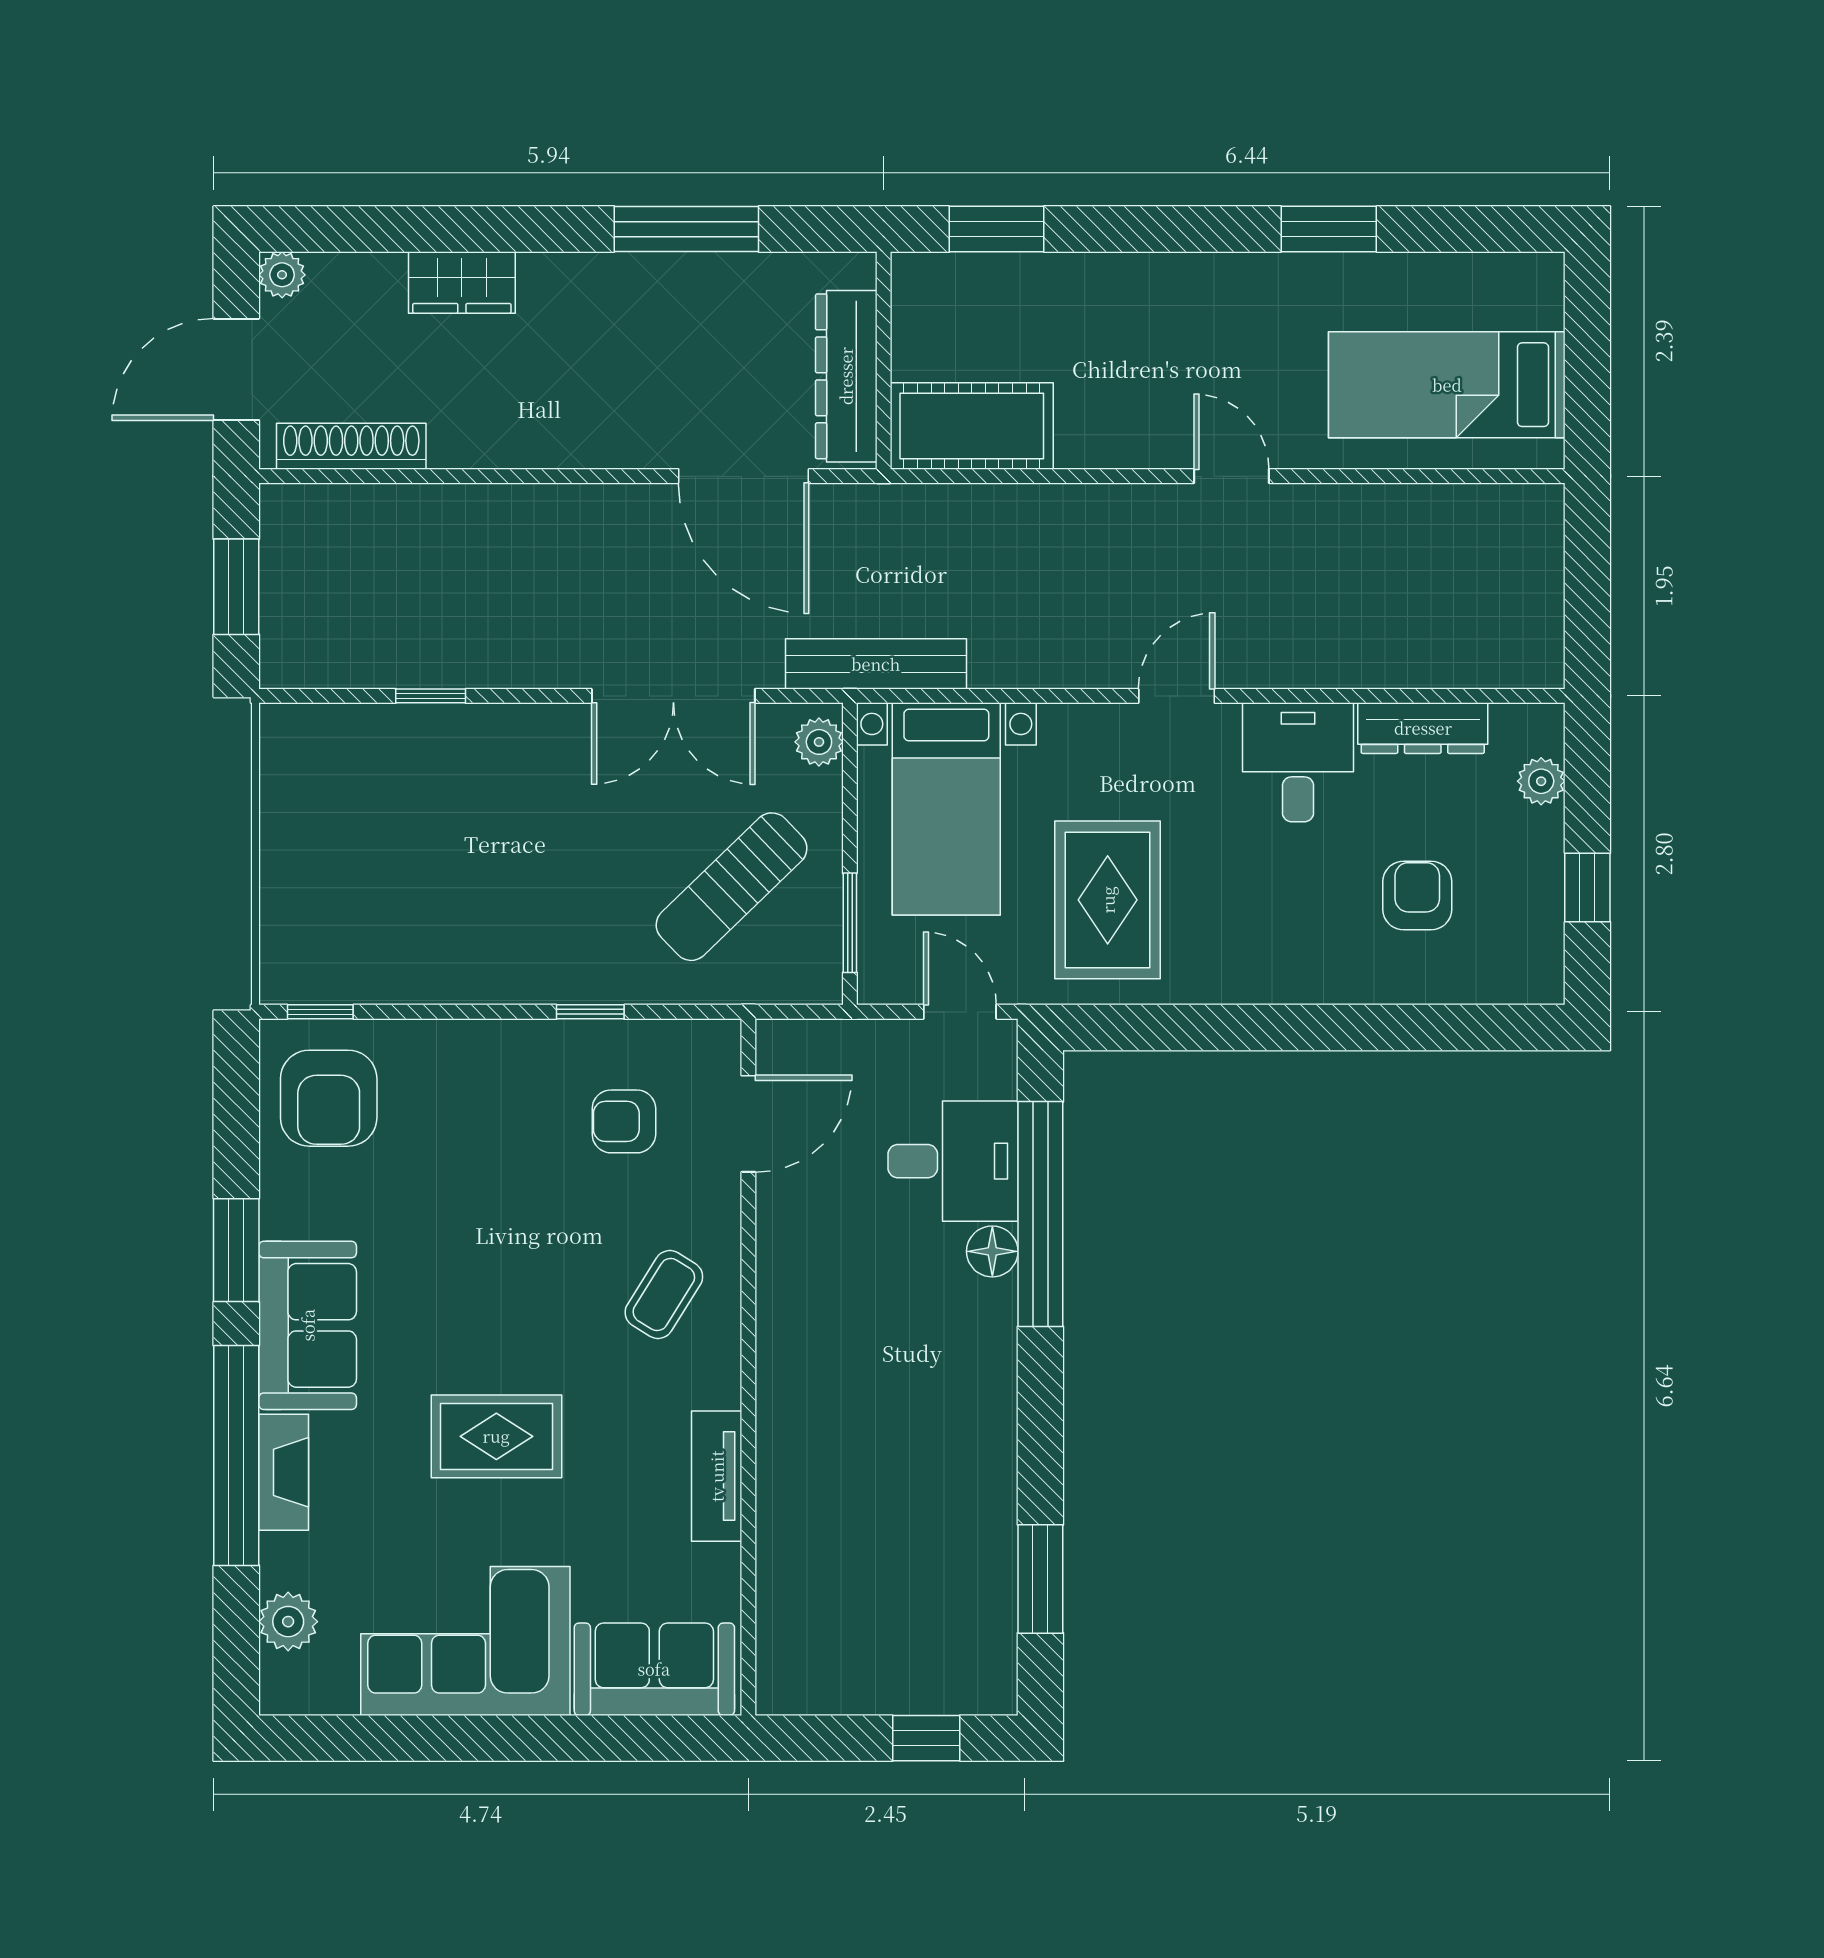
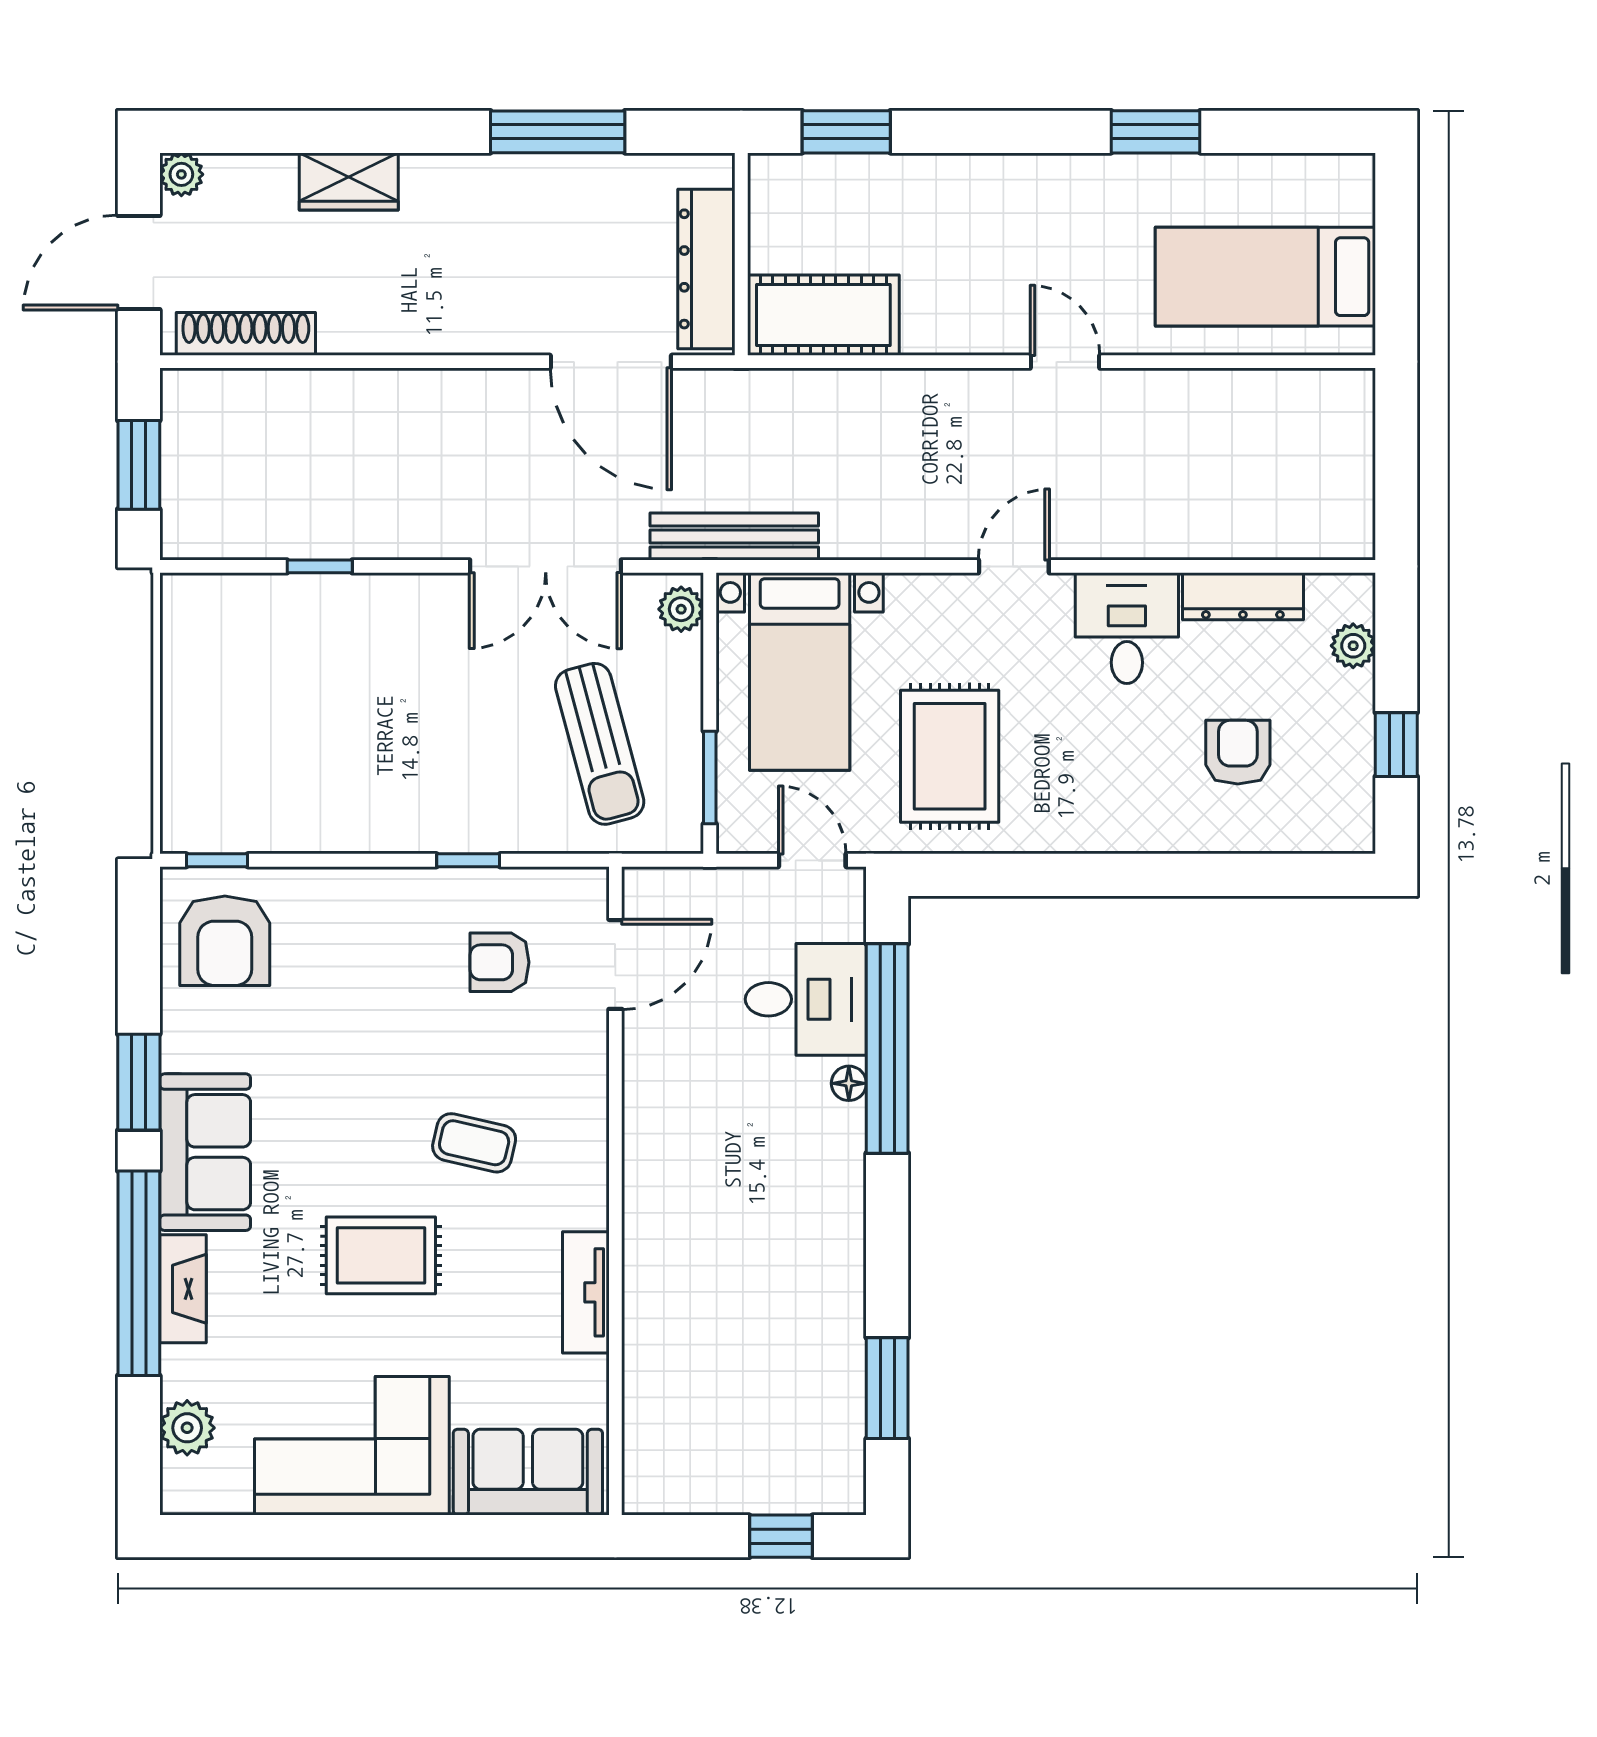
sun lounger: (731, 887) -> (600, 744), turned -61
floor lamp: (992, 1251) -> (849, 1083), width x0.73, depth x0.73
coffee table: (664, 1295) -> (474, 1143), moved, turned 71

